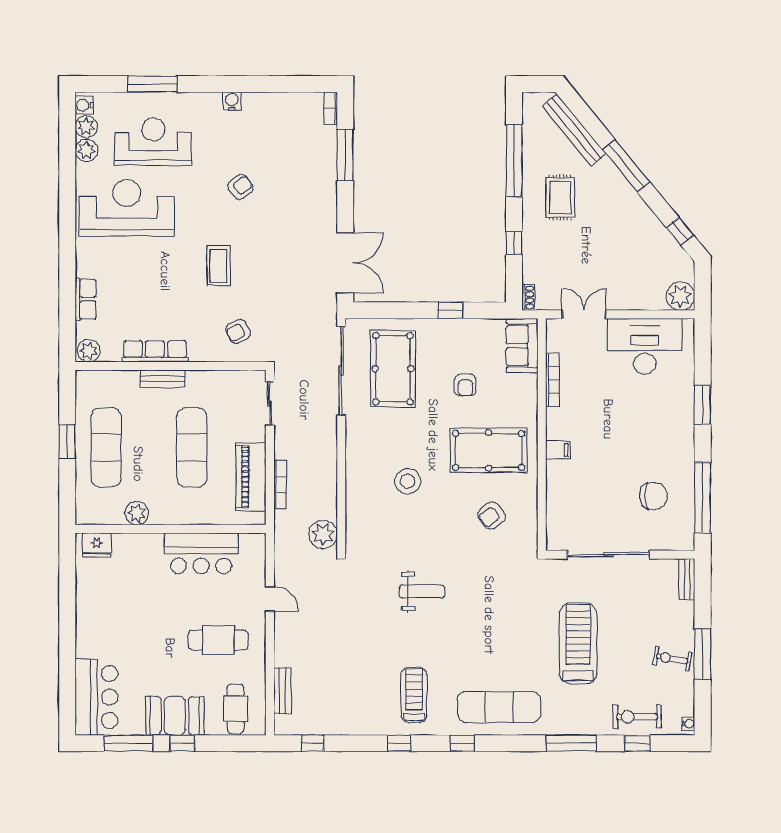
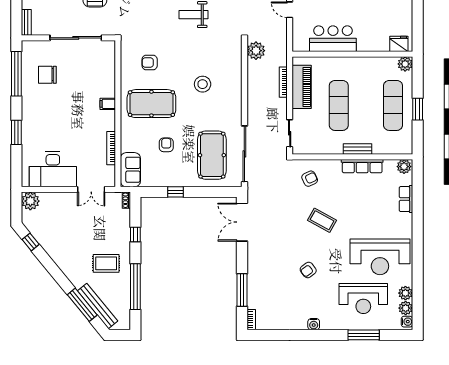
window: (626, 166) -> (82, 305), moved
rug: (560, 198) -> (106, 263), turned 90
coffee table: (218, 266) -> (322, 220), turned -61
plant: (137, 513) -> (405, 64), moved
armchair: (491, 515) -> (150, 63), turned -142

